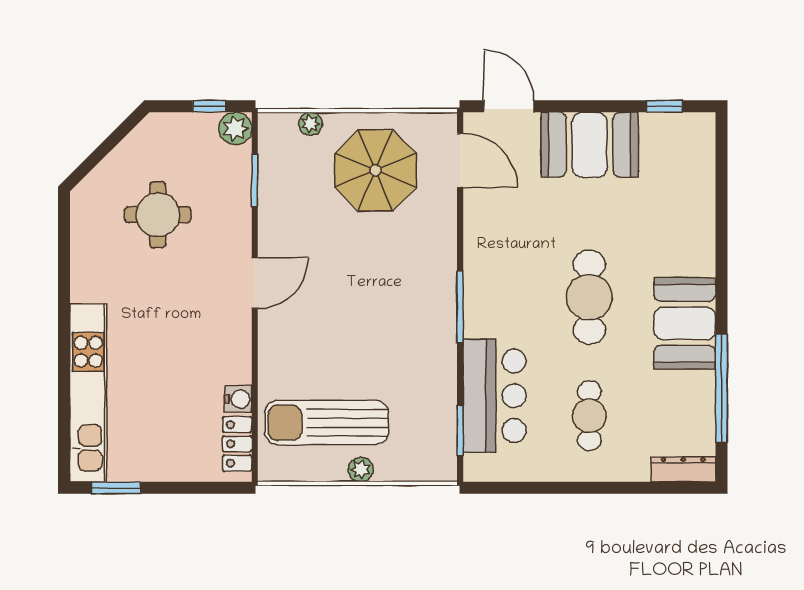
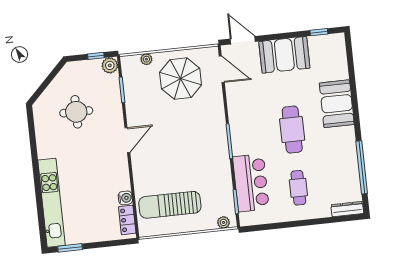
booth: (685, 323) -> (337, 104), moved
plant: (361, 470) -> (223, 222), moved

